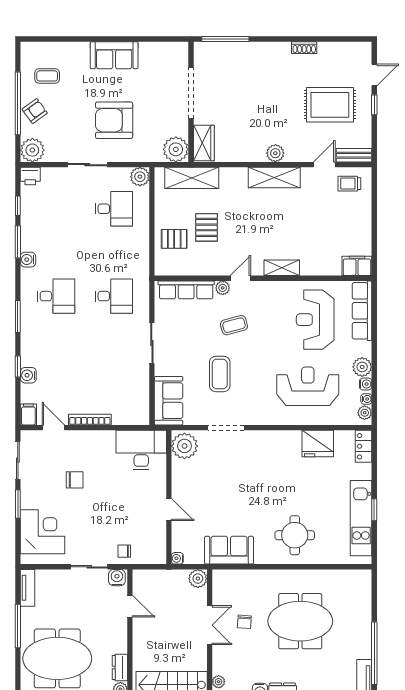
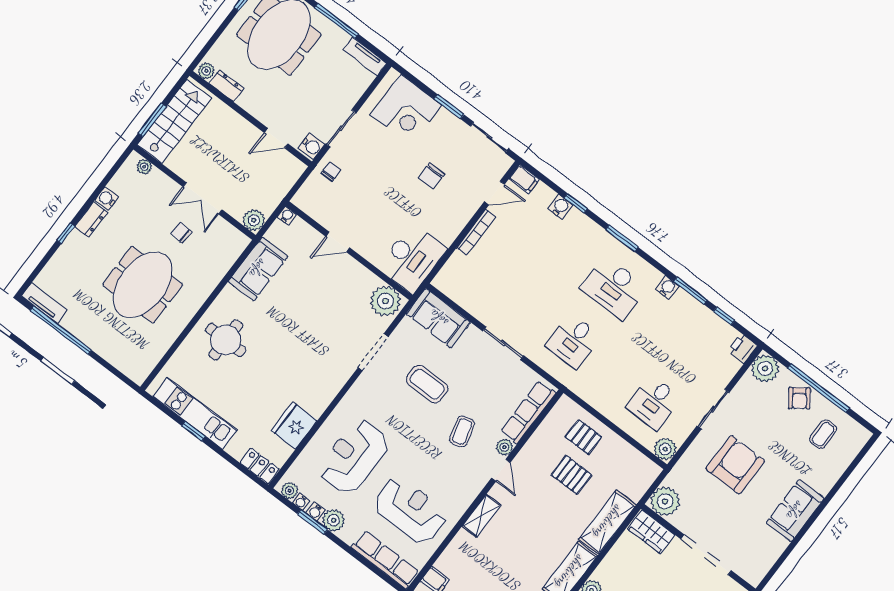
shelving: (192, 178) -> (608, 522), moved
pallet: (174, 239) -> (584, 437), turned 90
desk: (56, 296) -> (614, 288), width x1.37
window: (374, 381) -> (312, 522), added
reception desk: (308, 386) -> (354, 457), turned 180

